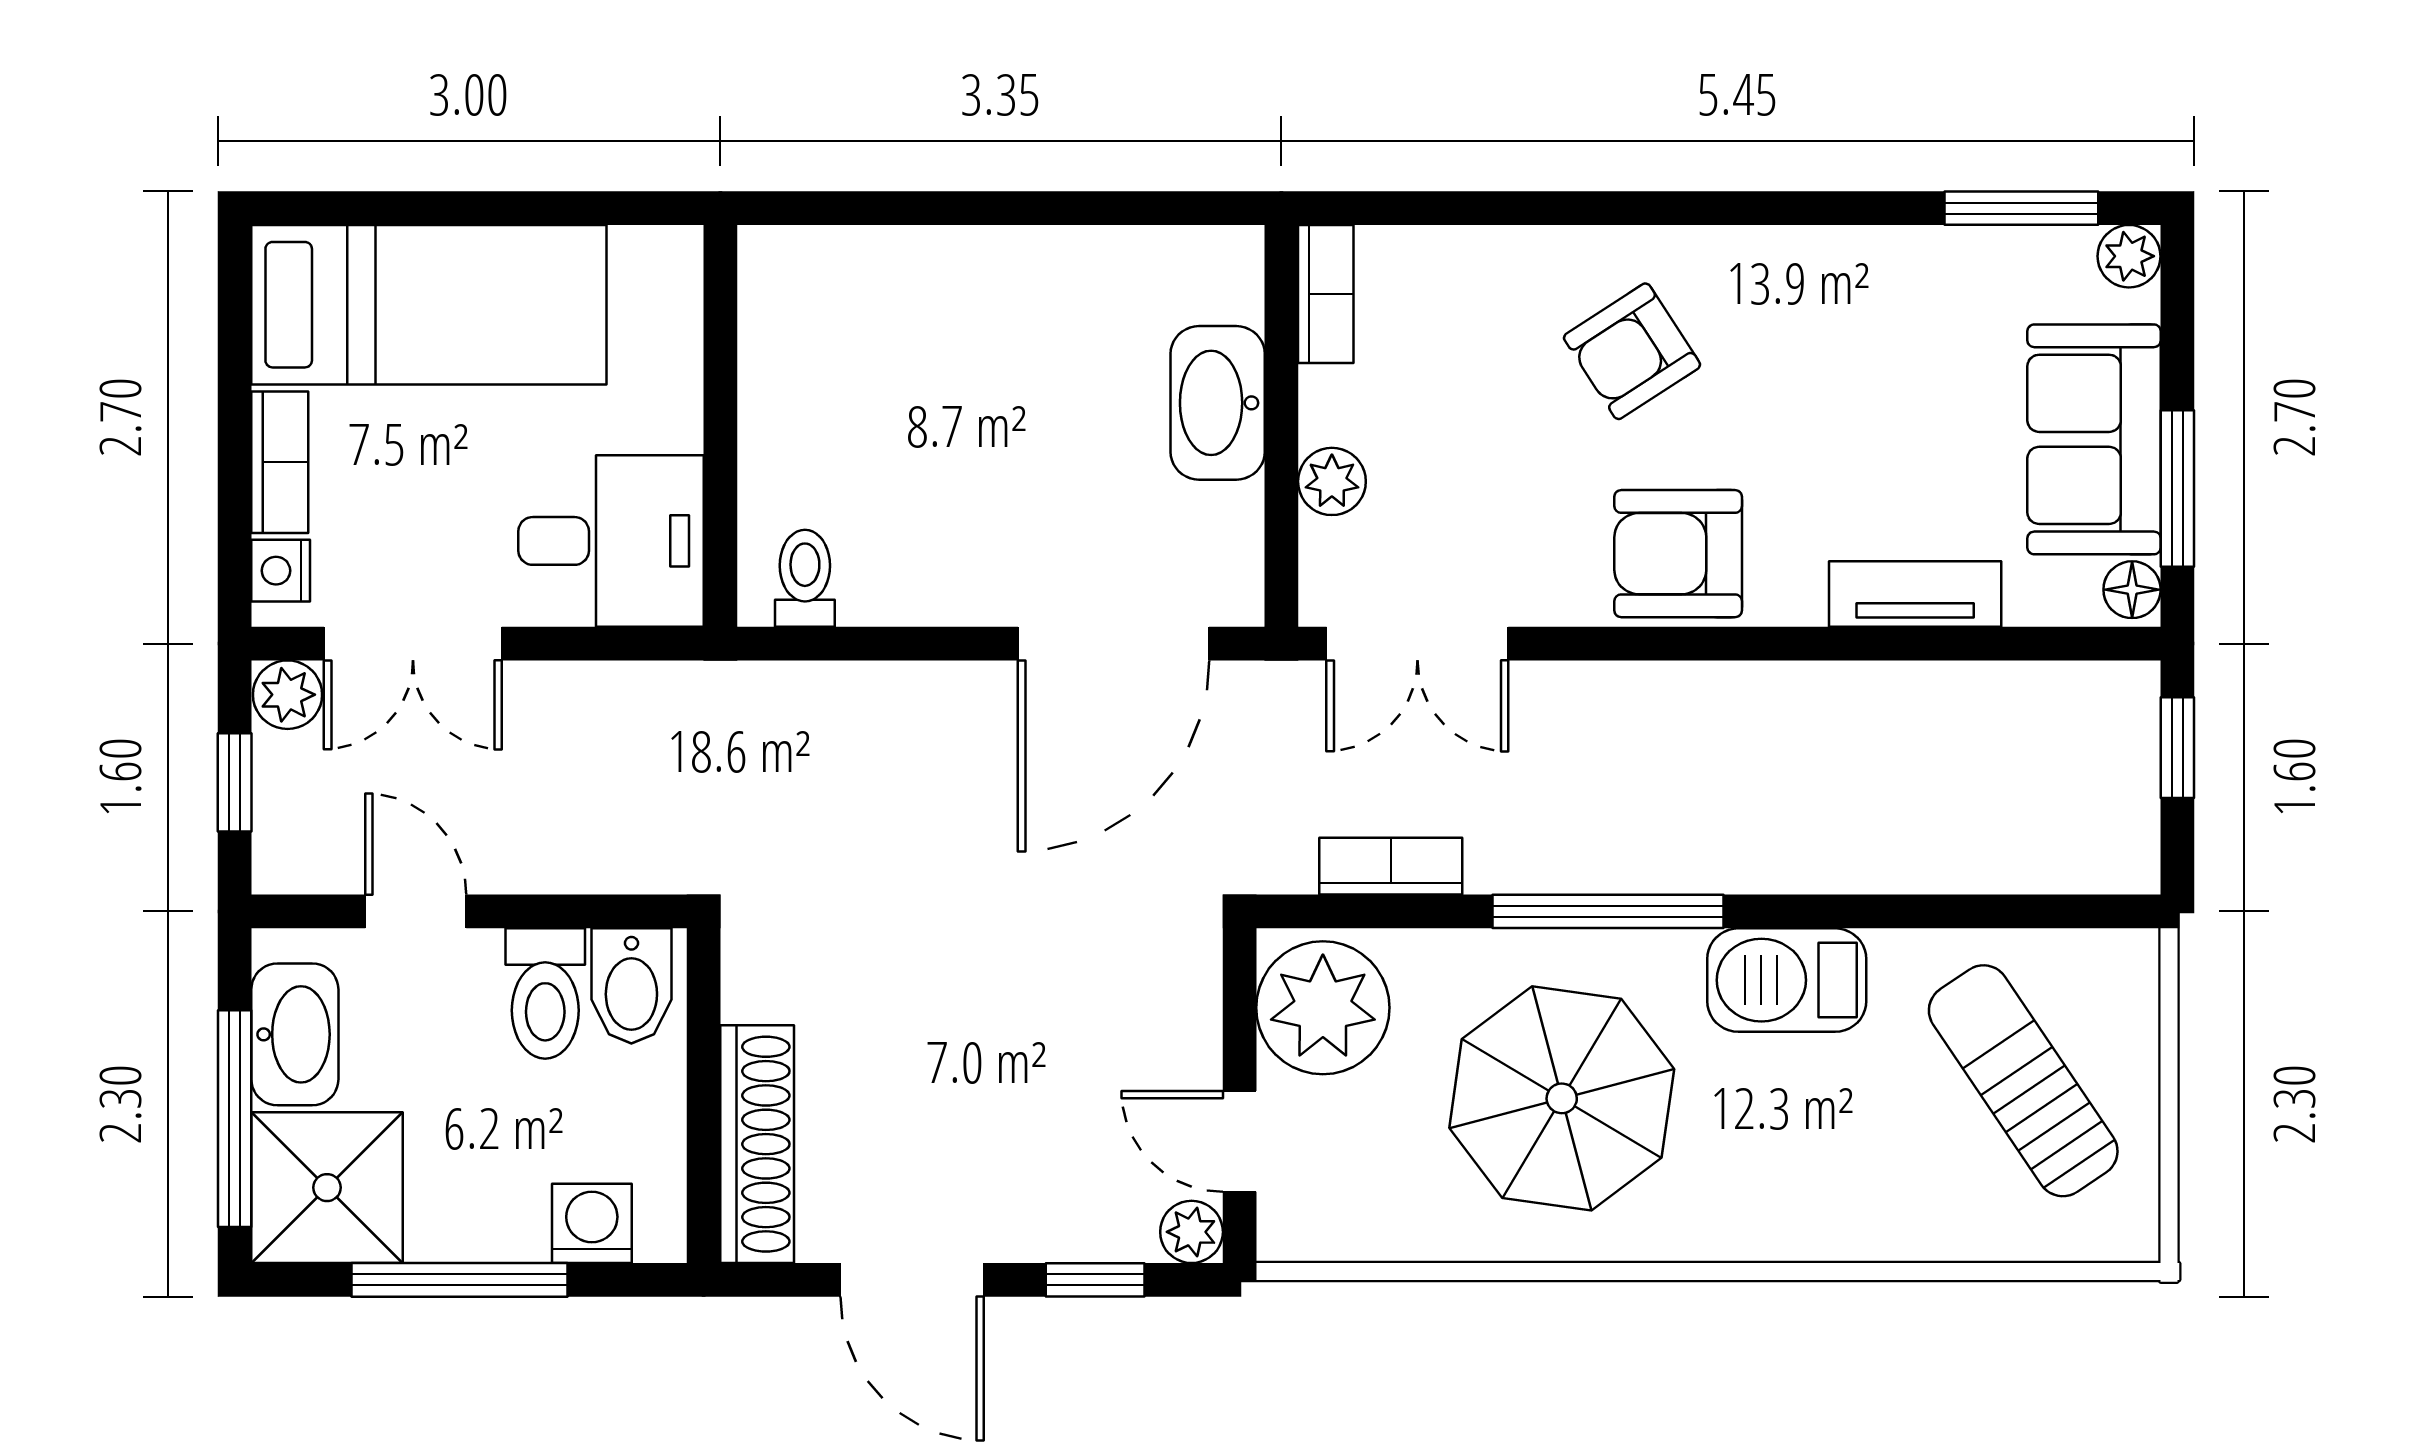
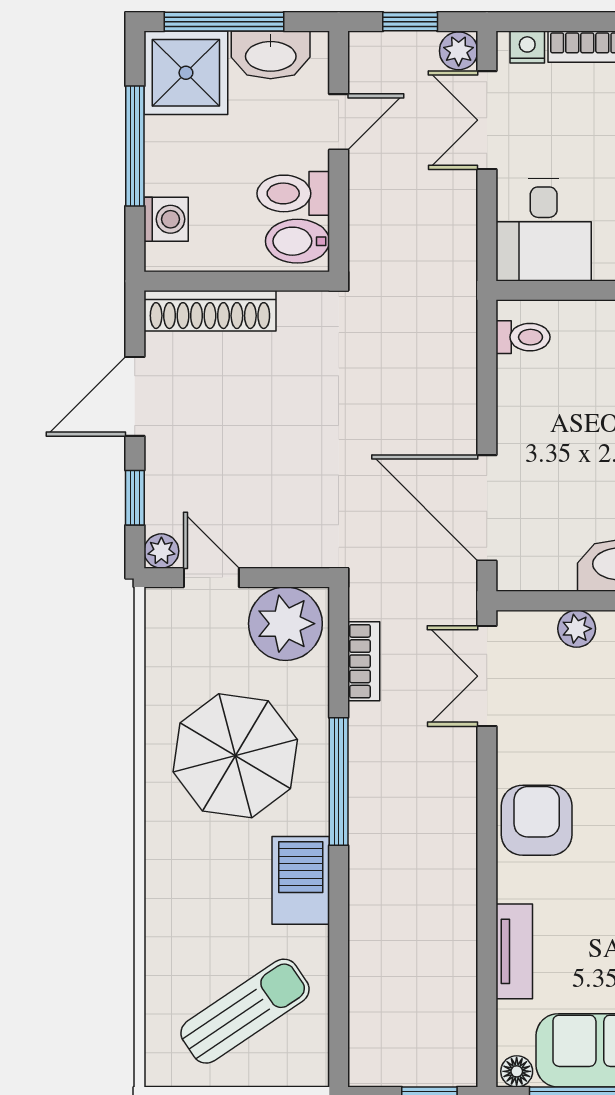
door: (1240, 1141) -> (211, 578), hinge flipped

